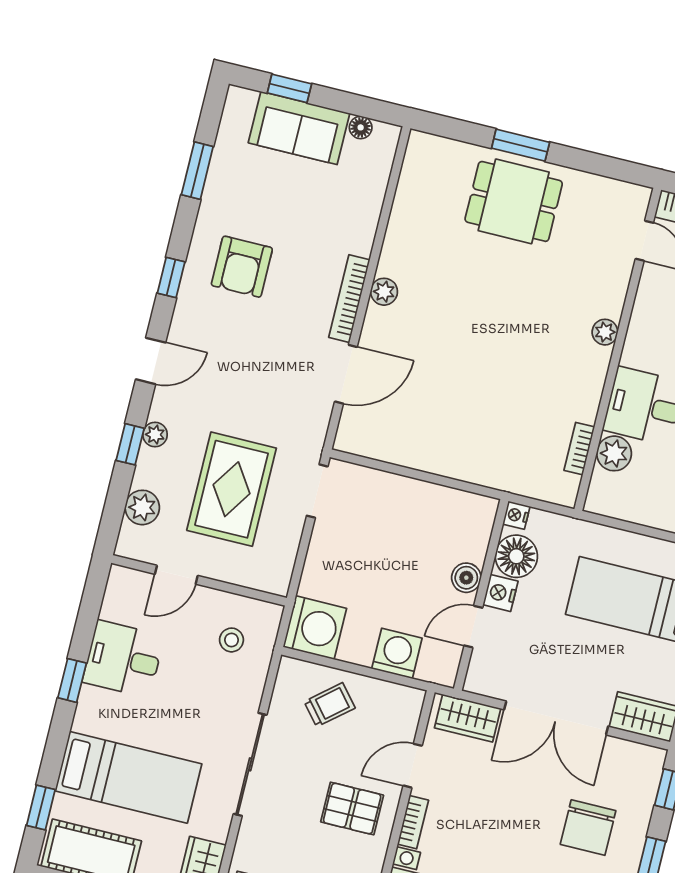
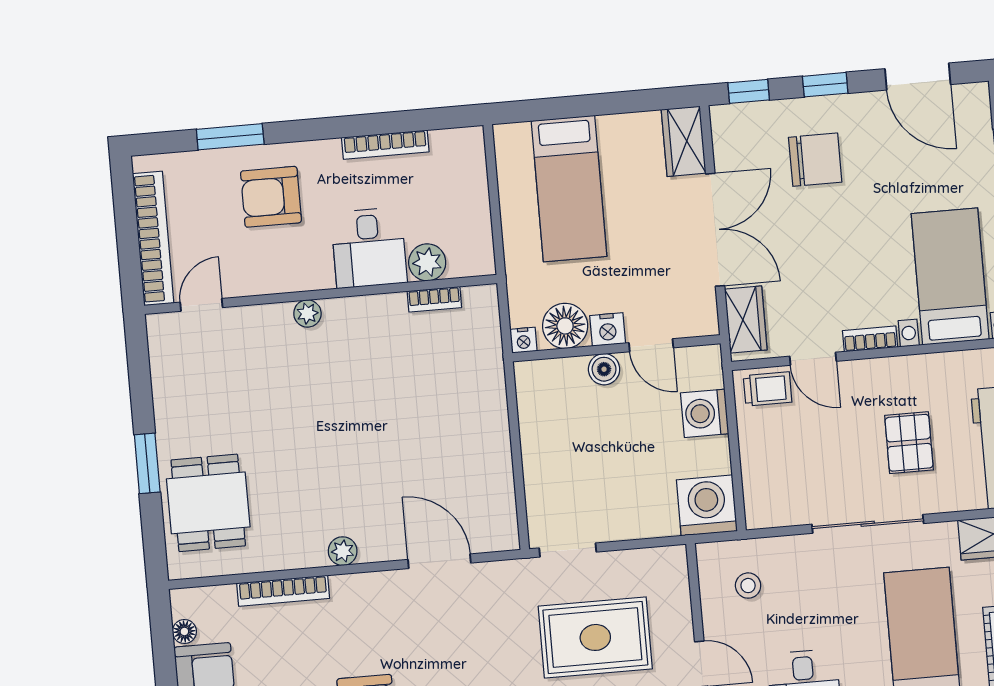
dining table: (514, 201) -> (208, 503), moved
bookcase: (349, 299) -> (283, 591), moved
trolley: (330, 705) -> (768, 389), moved, turned 130
pallet: (352, 809) -> (909, 443), moved

